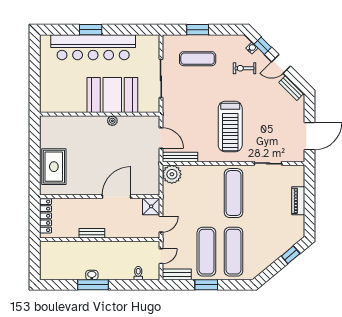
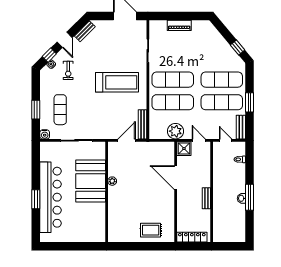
water cooler: (168, 40) -> (45, 134), added
rug: (54, 167) -> (151, 230), width x0.73, depth x0.70
plant: (172, 174) -> (176, 131), moved
exercise mat: (206, 193) -> (173, 102), added
window: (291, 255) -> (238, 47), moved

